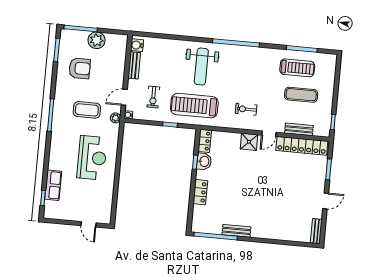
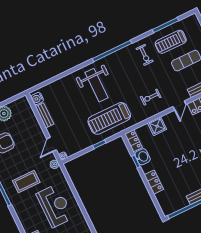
treadmill: (297, 68) -> (171, 42), turned 180
exercise bike: (153, 97) -> (145, 55), moved
coffee table: (87, 110) -> (26, 182), moved
shower: (249, 142) -> (157, 126), moved

